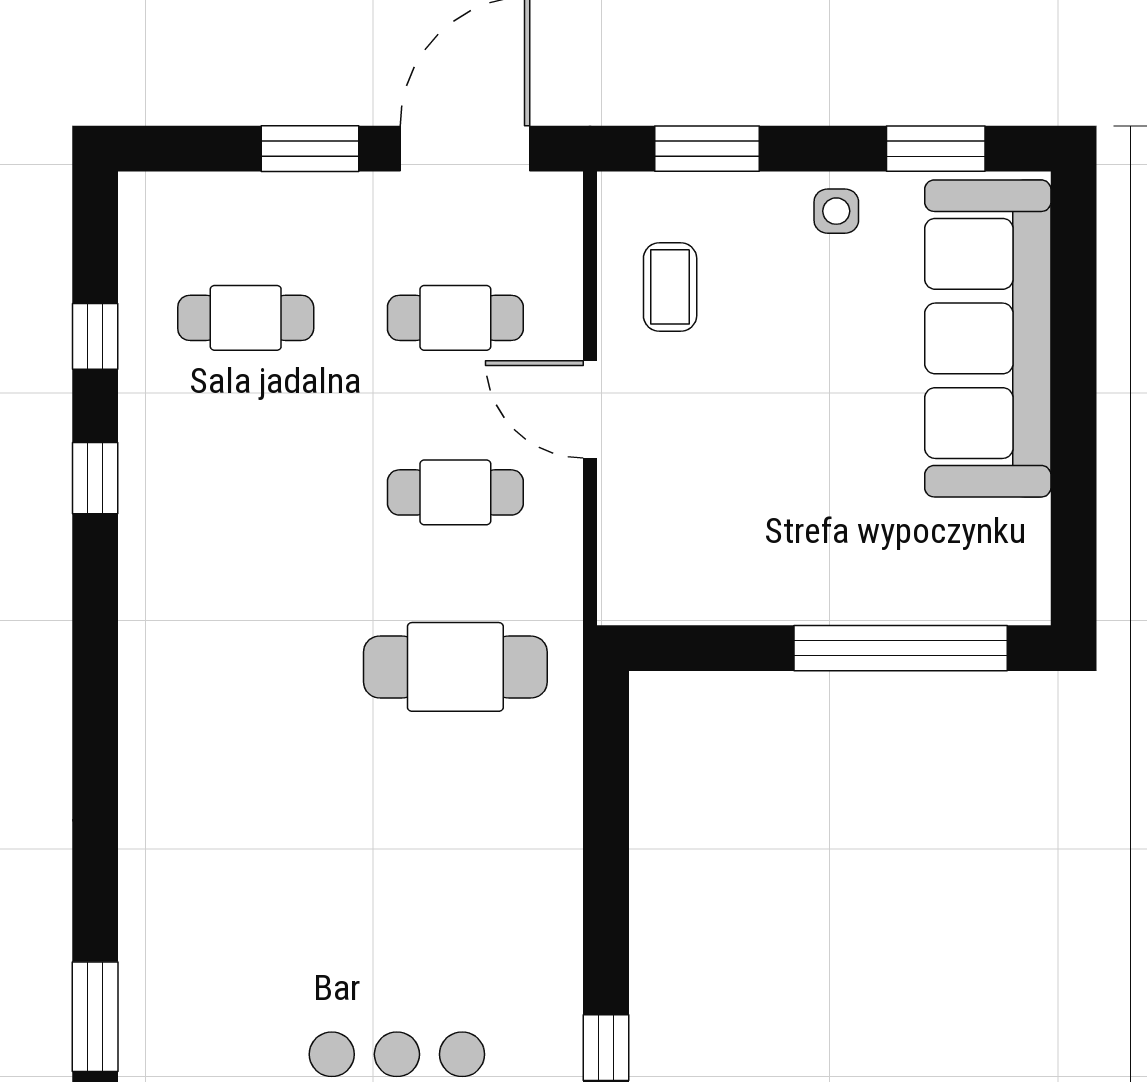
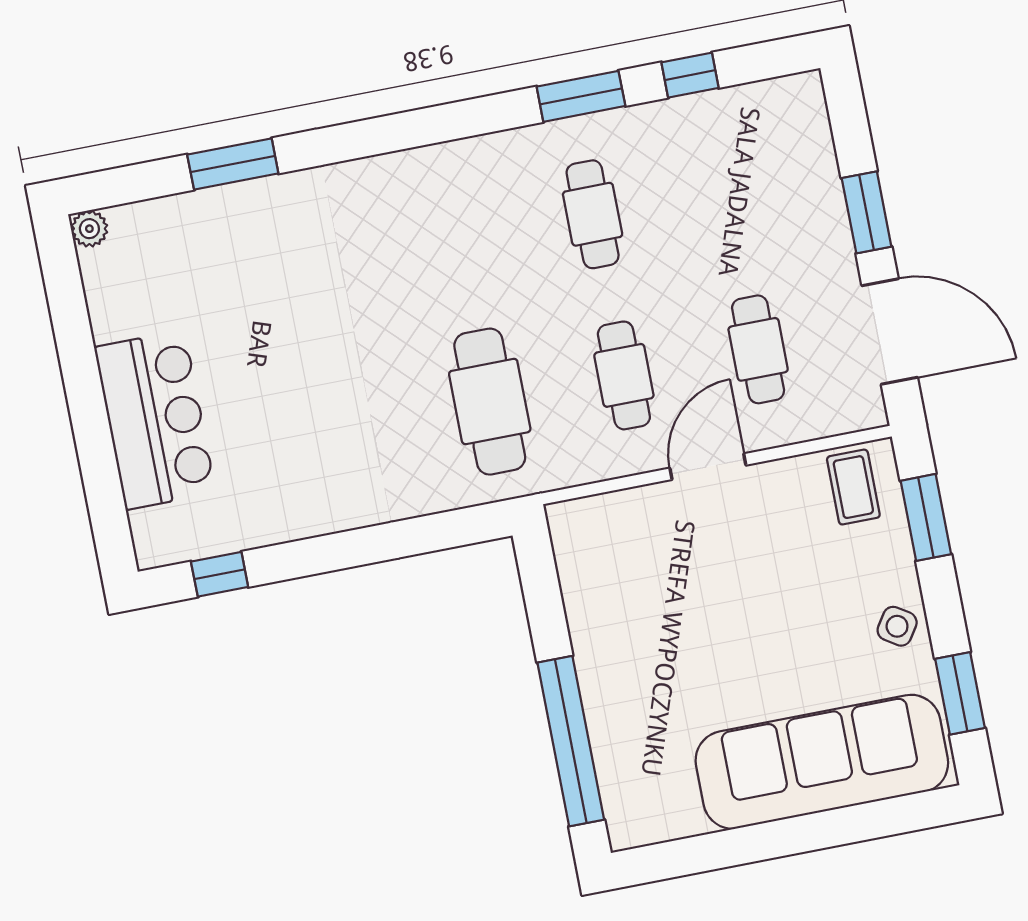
side table: (836, 211) -> (897, 626), turned 33
coffee table: (670, 287) -> (853, 487), moved, turned 90
cafe table: (246, 318) -> (593, 214), moved
window: (95, 478) -> (581, 96), width x1.50
window: (95, 1017) -> (233, 164), moved

